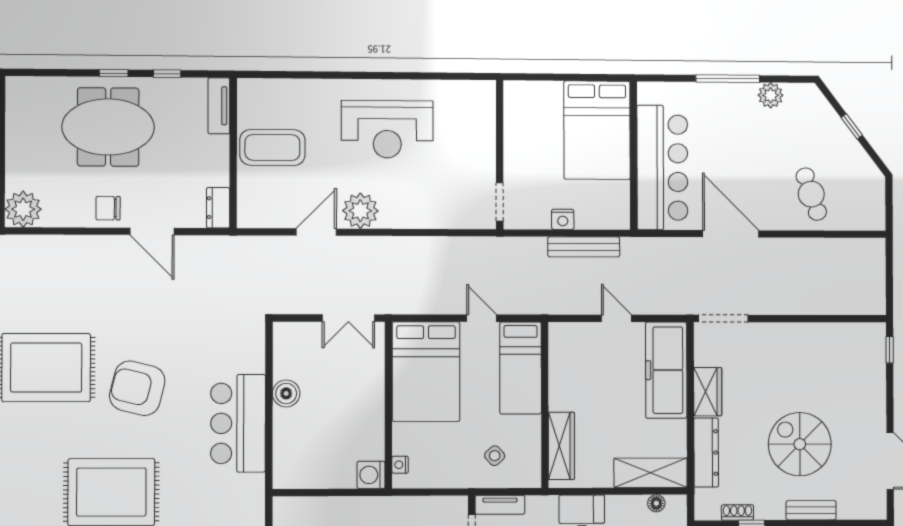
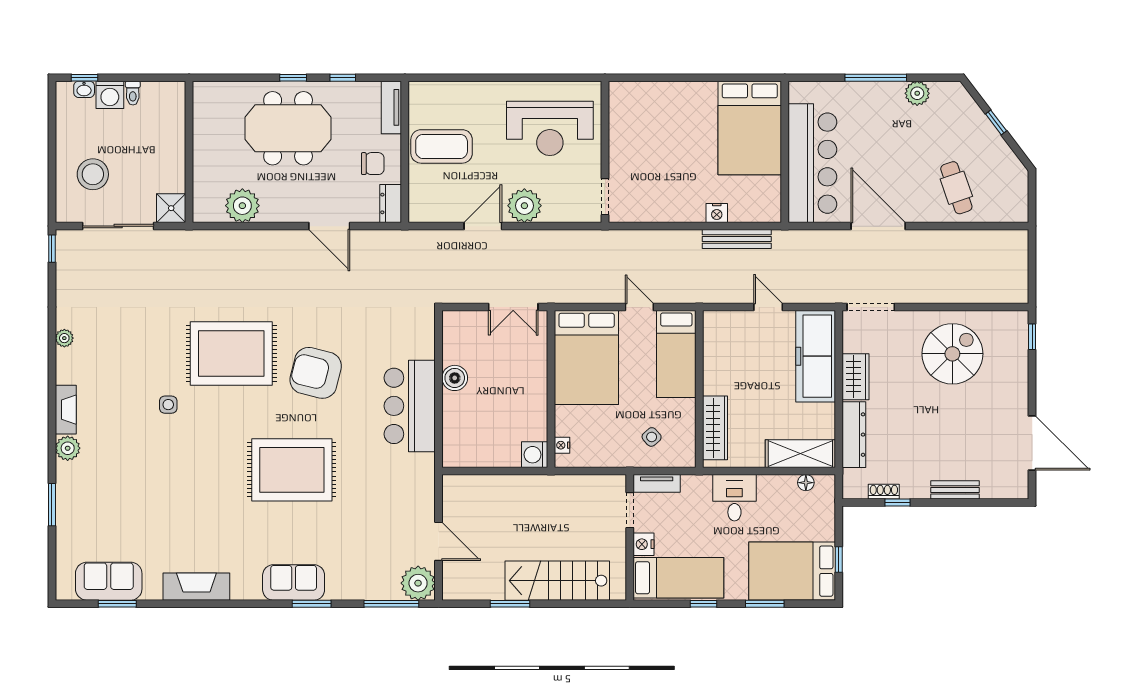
wall: (500, 155) -> (605, 152), moved
doorway: (500, 202) -> (605, 197), moved
chair: (108, 208) -> (373, 164), moved, turned 180
plant: (23, 209) -> (242, 206), moved
spiral stairs: (800, 444) -> (952, 354), moved, turned 90

